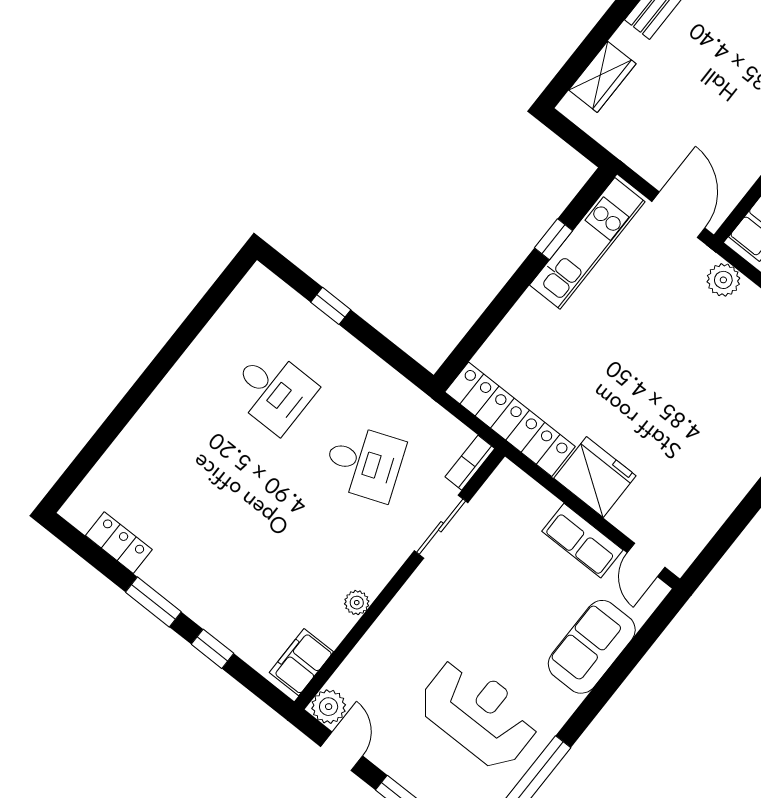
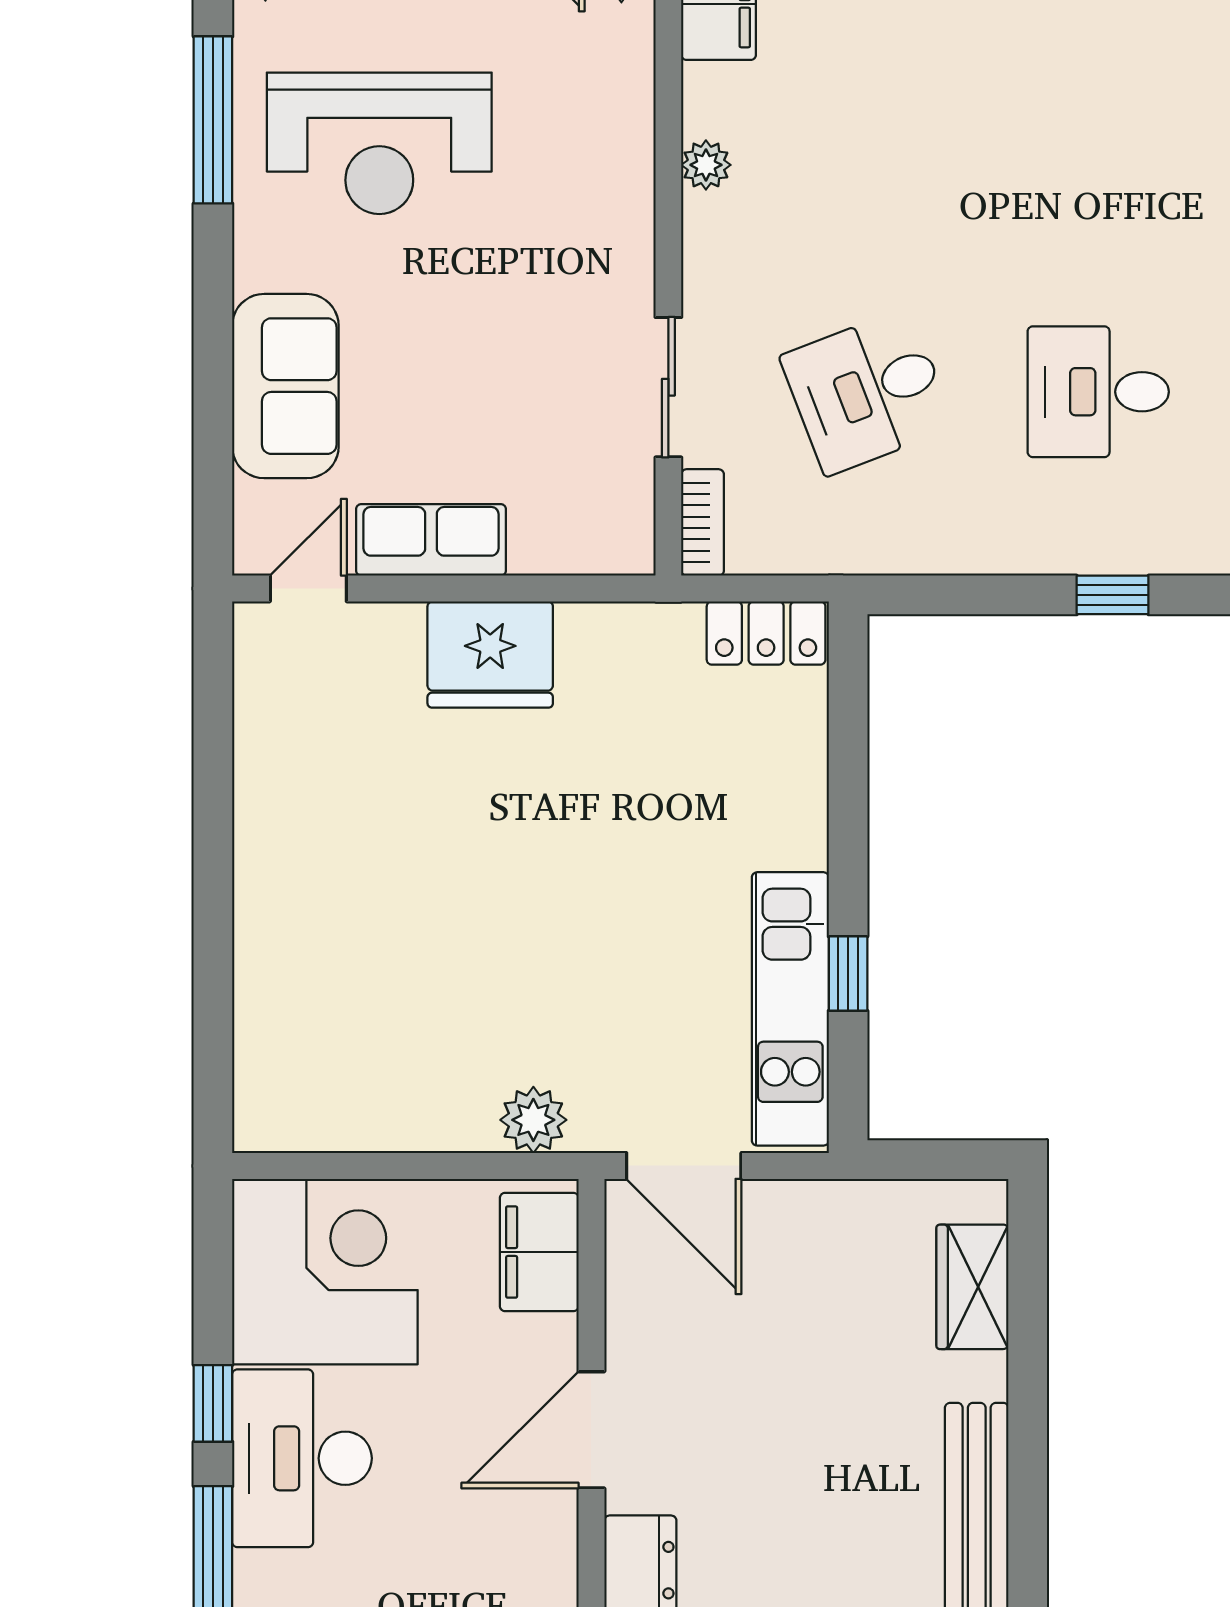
locker: (510, 419) -> (766, 633), width x0.46, depth x0.83
door: (646, 560) -> (308, 589), hinge flipped

